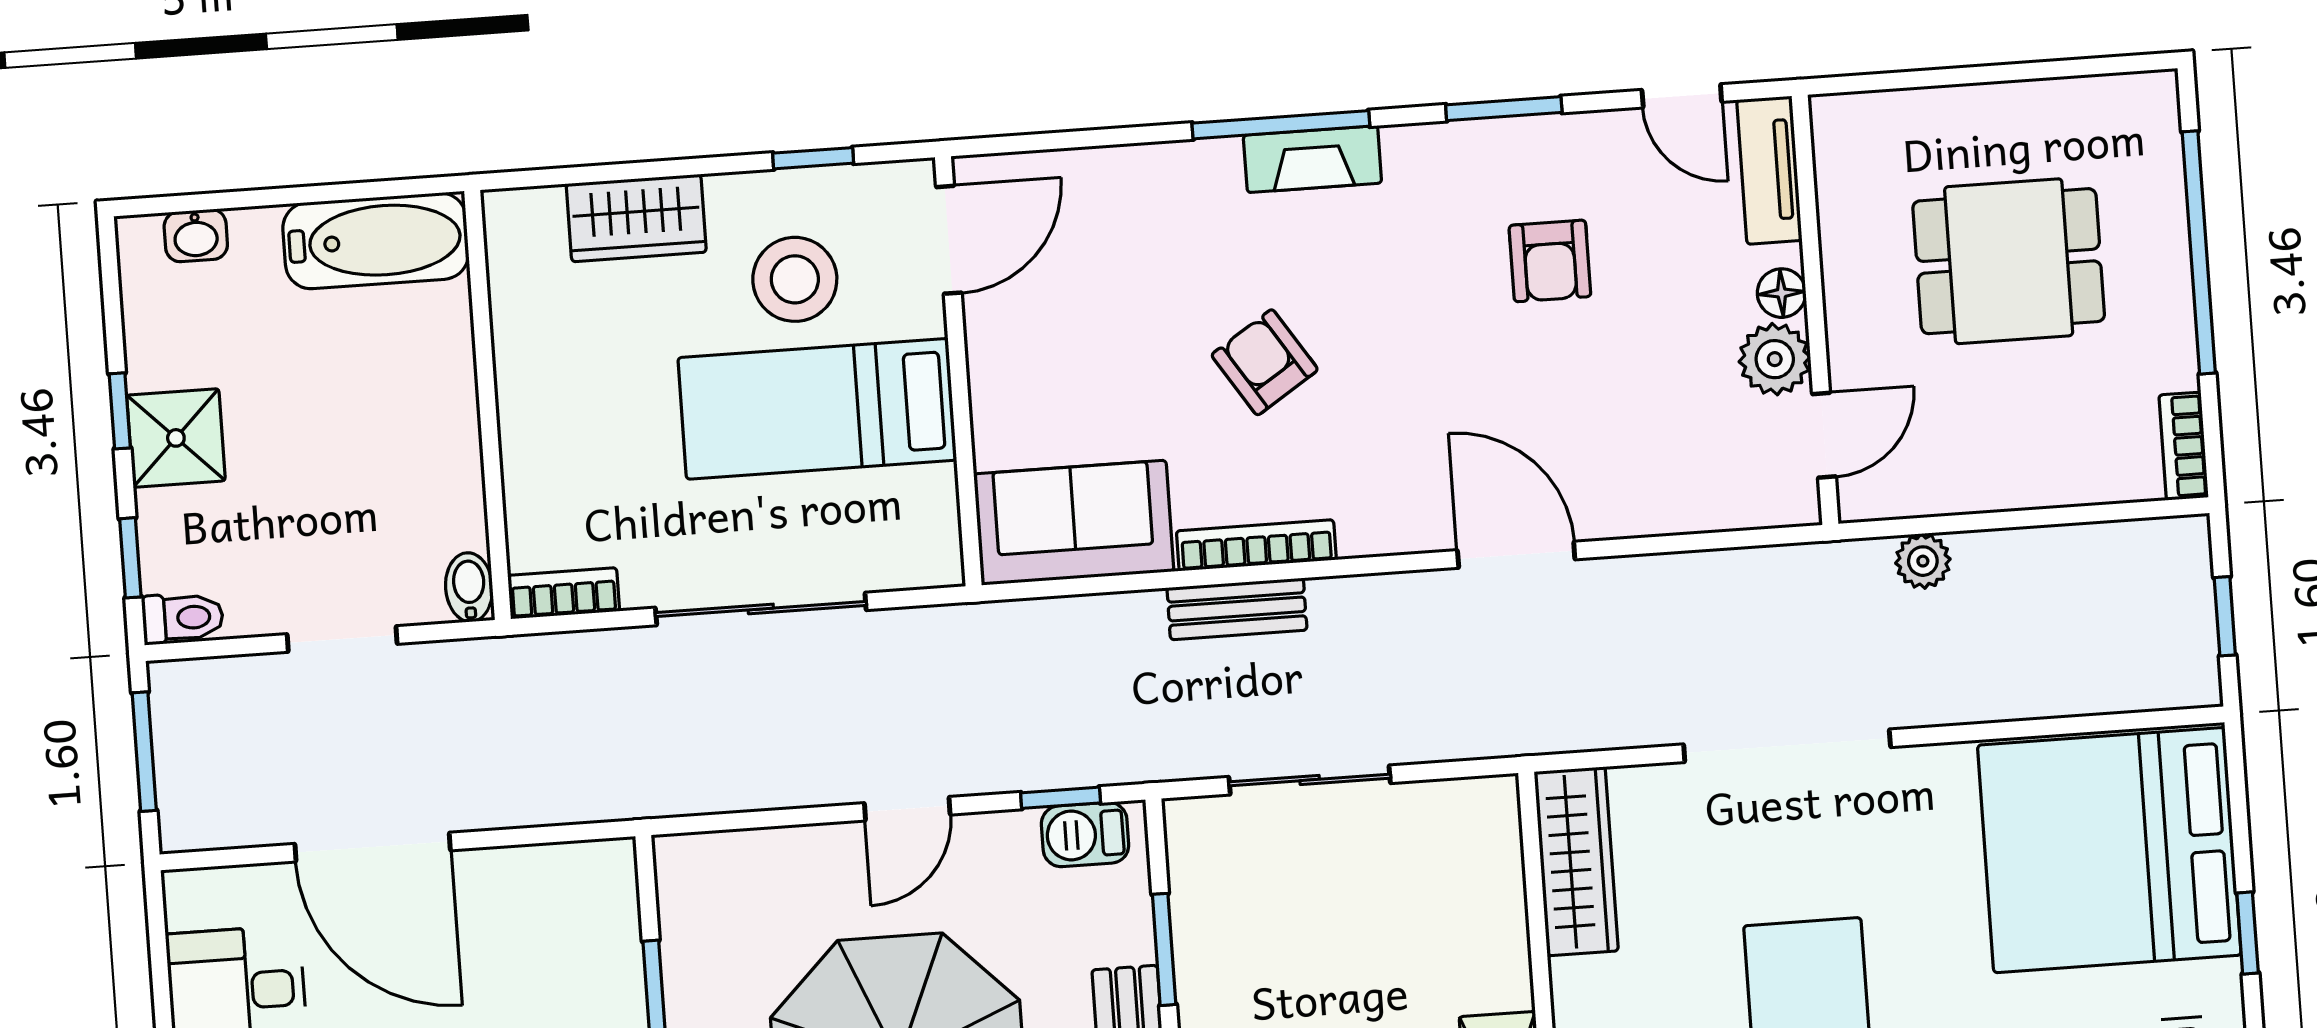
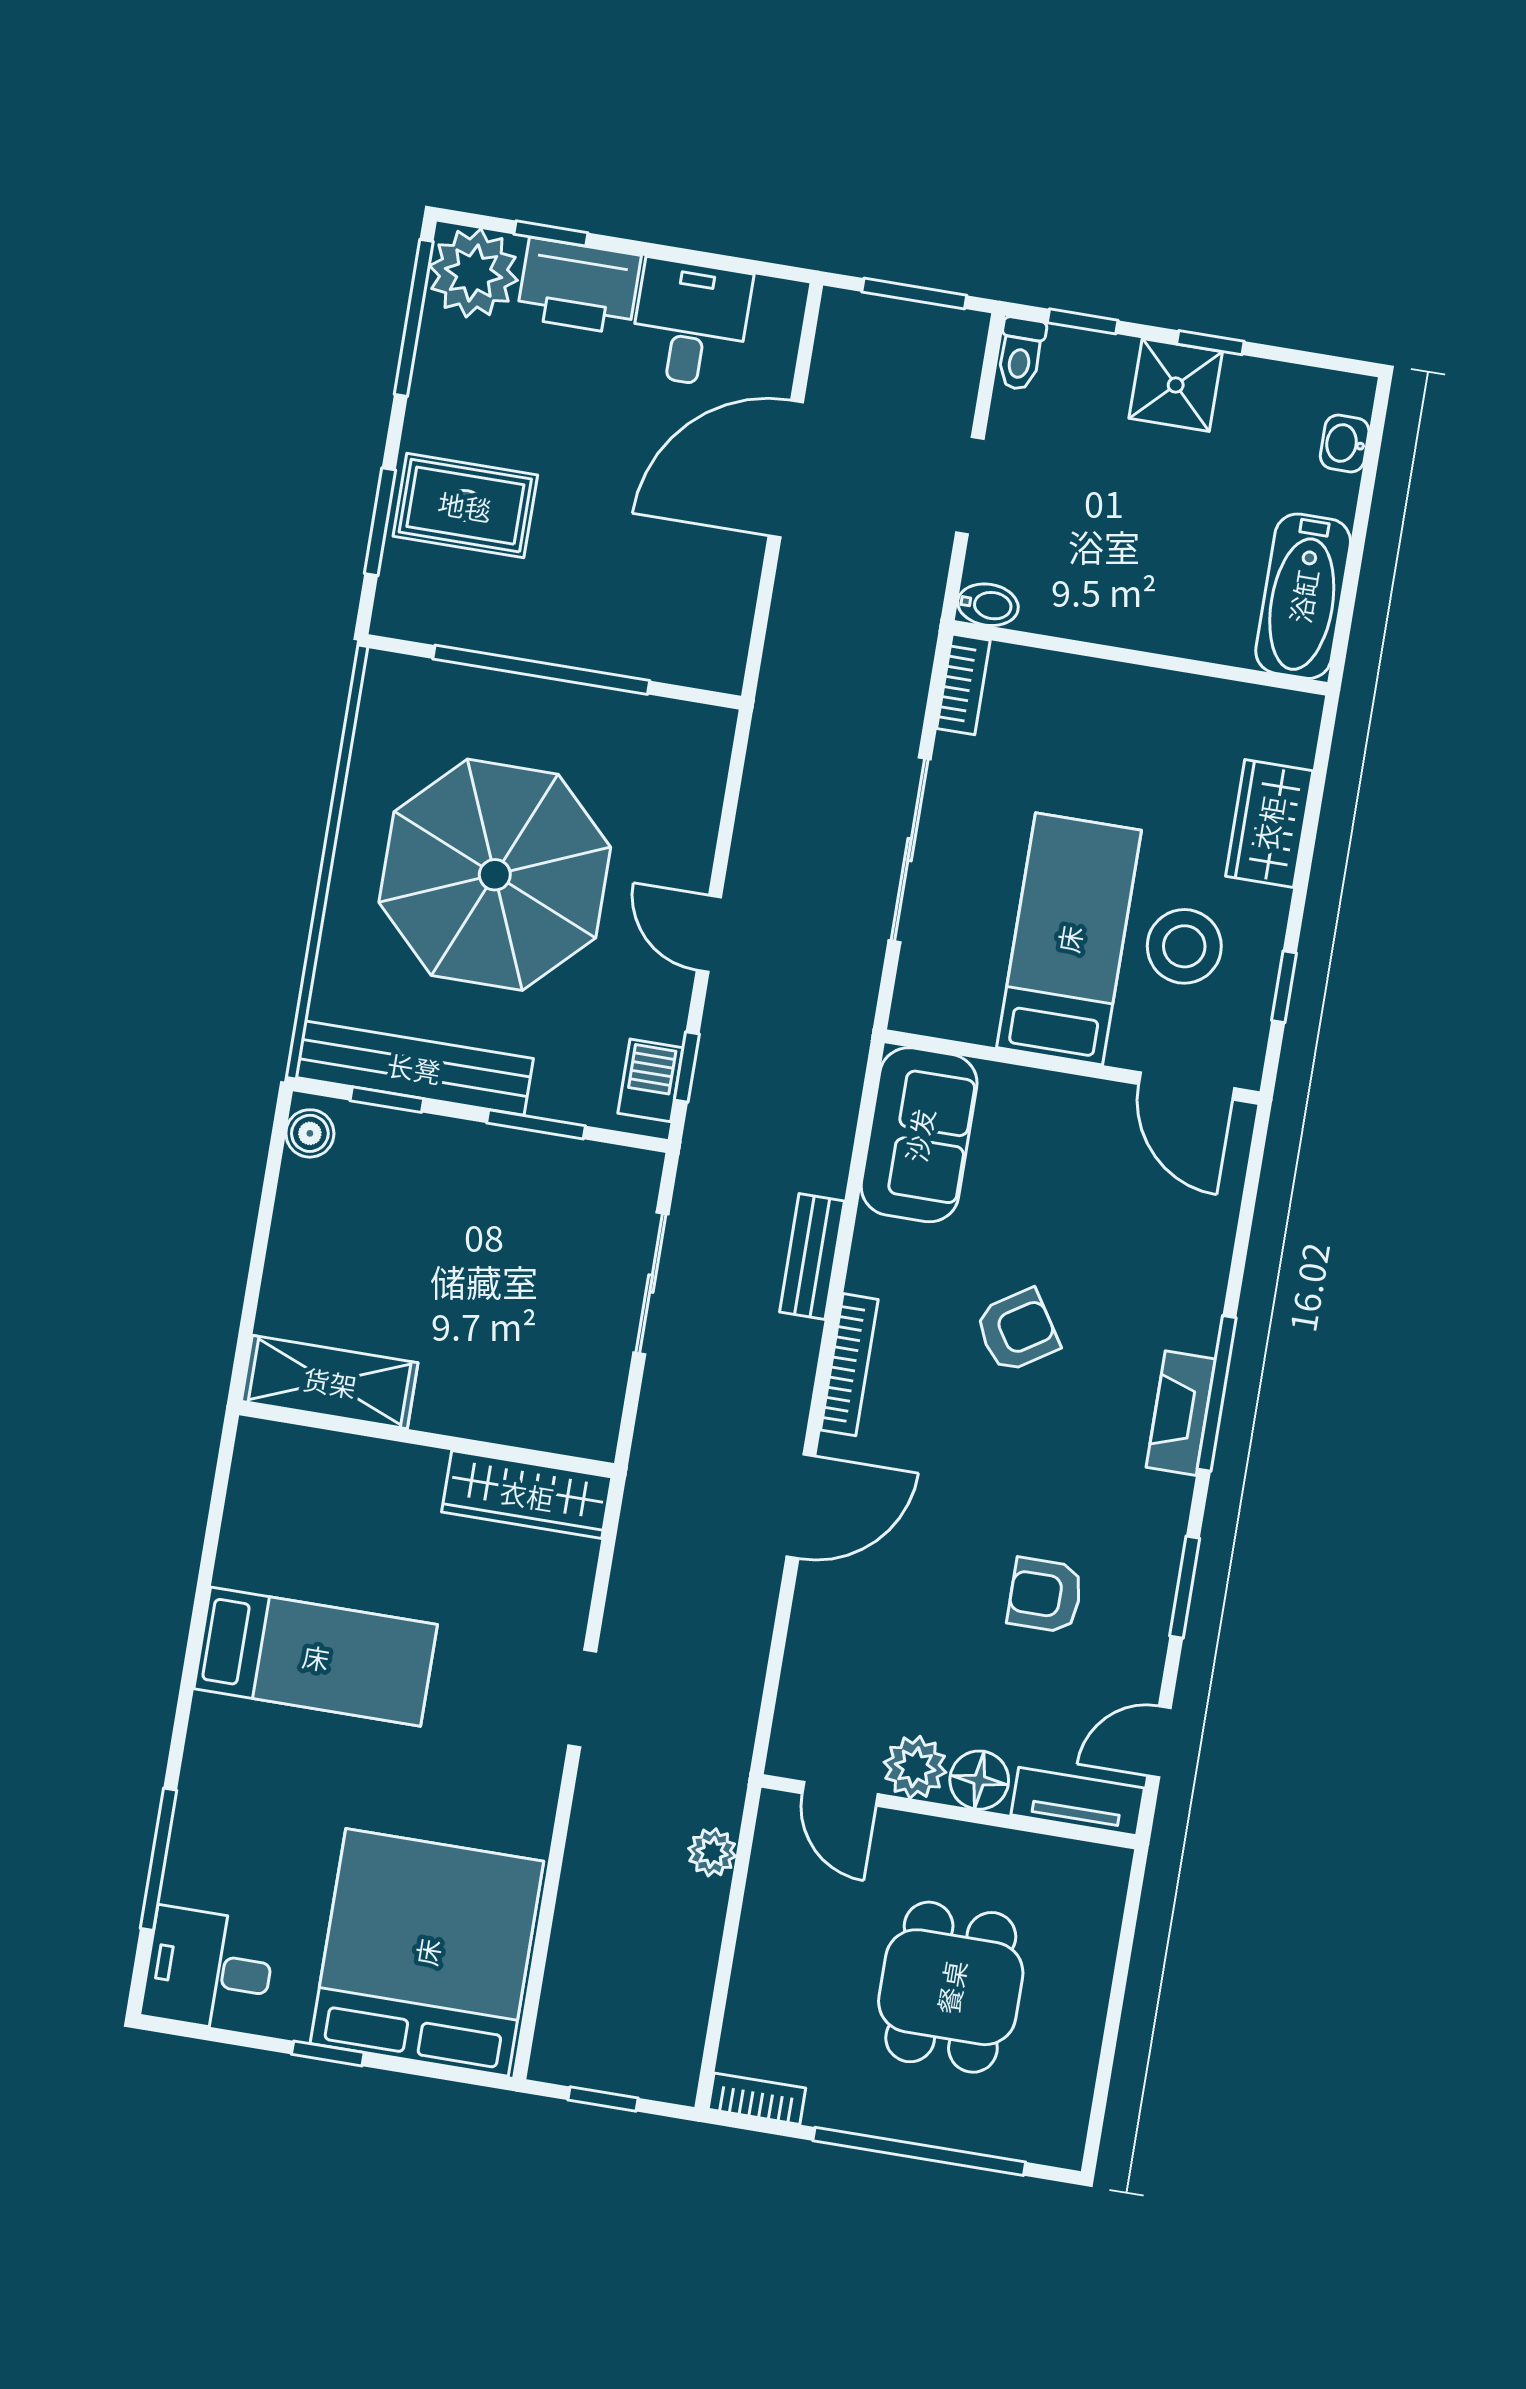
floor lamp: (1782, 293) -> (979, 1780), width x1.37, depth x1.37
bookcase: (1256, 545) -> (849, 1365), moved
doorway: (1787, 746) -> (582, 1698), width x0.53

